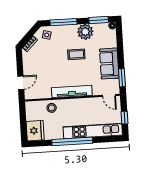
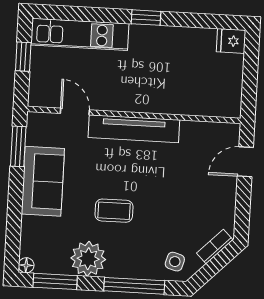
door: (109, 95) -> (75, 112), moved
stool: (52, 108) -> (183, 98), removed
fridge: (35, 131) -> (231, 41), width x0.53, depth x0.75
kitchen unit: (93, 131) -> (80, 34), width x0.73
window: (72, 141) -> (146, 18), width x0.32

